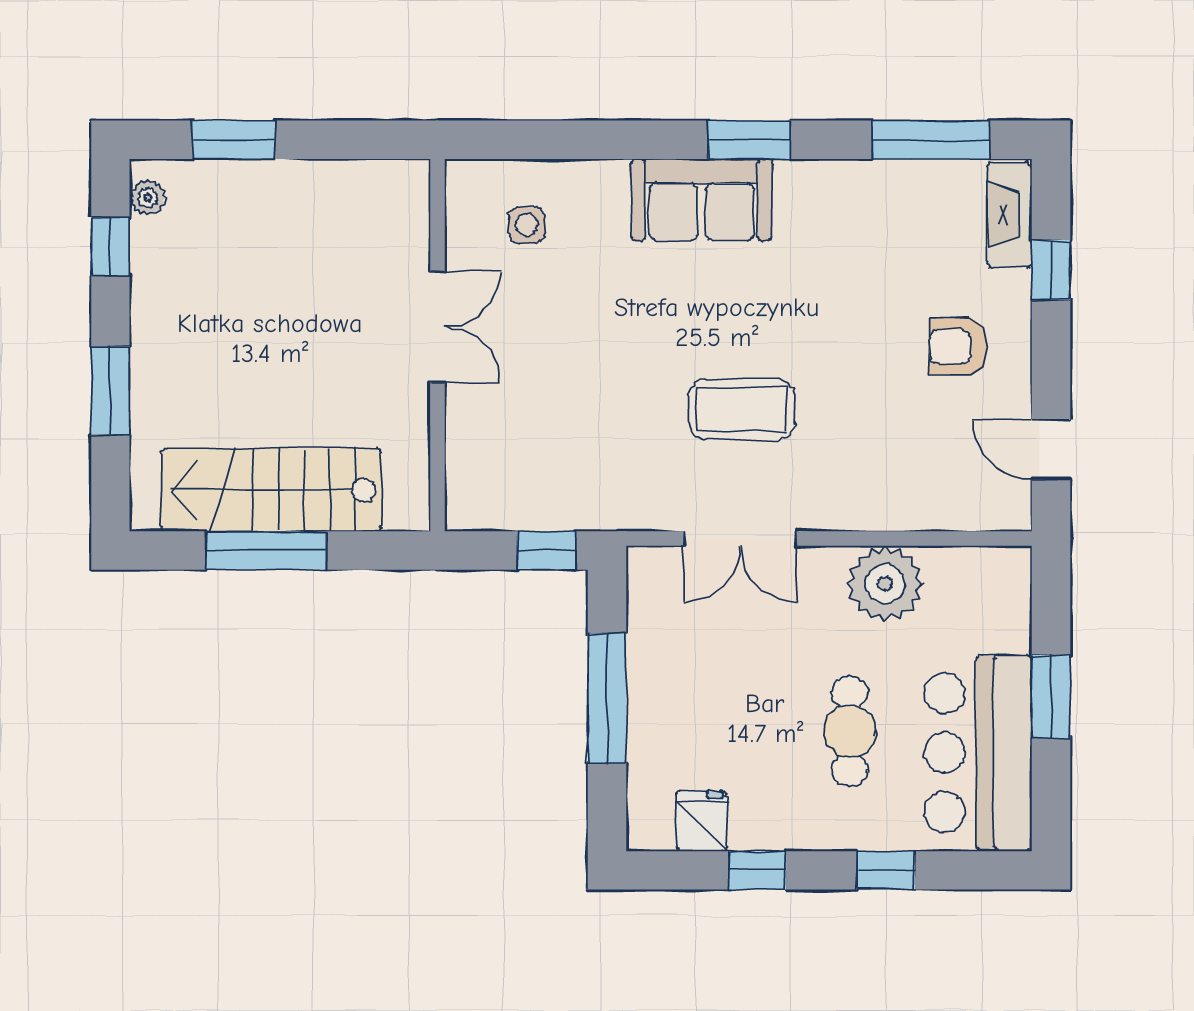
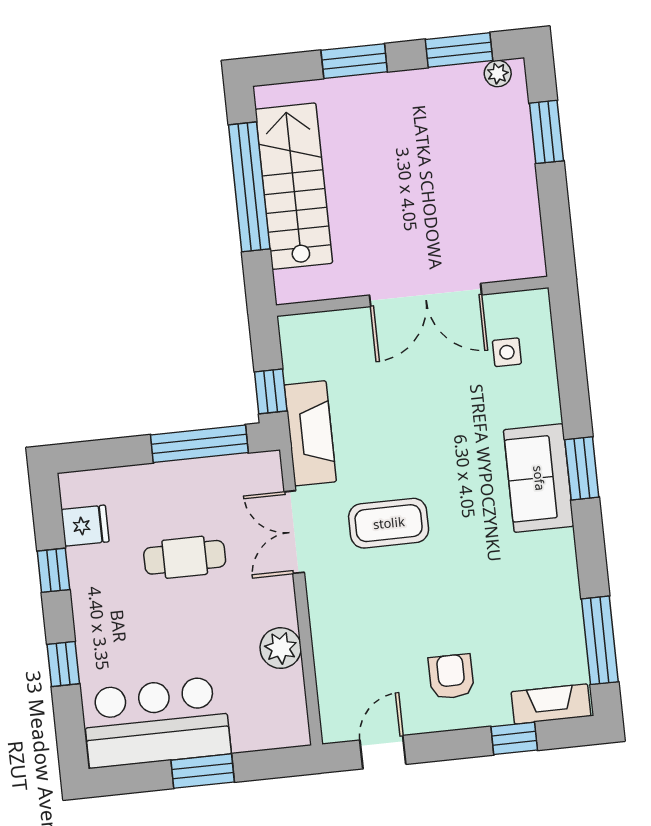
window: (749, 140) -> (582, 468), moved
window: (110, 247) -> (459, 50), width x1.50
double door: (437, 327) -> (426, 295), width x1.37
coffee table: (741, 409) -> (389, 523), turned 90
fireplace: (609, 503) -> (310, 433), added
window: (266, 550) -> (249, 187), width x1.46
plant: (885, 584) -> (281, 648), width x0.73, depth x0.73
window: (607, 698) -> (199, 444), moved
cafe table: (850, 731) -> (185, 557), moved

